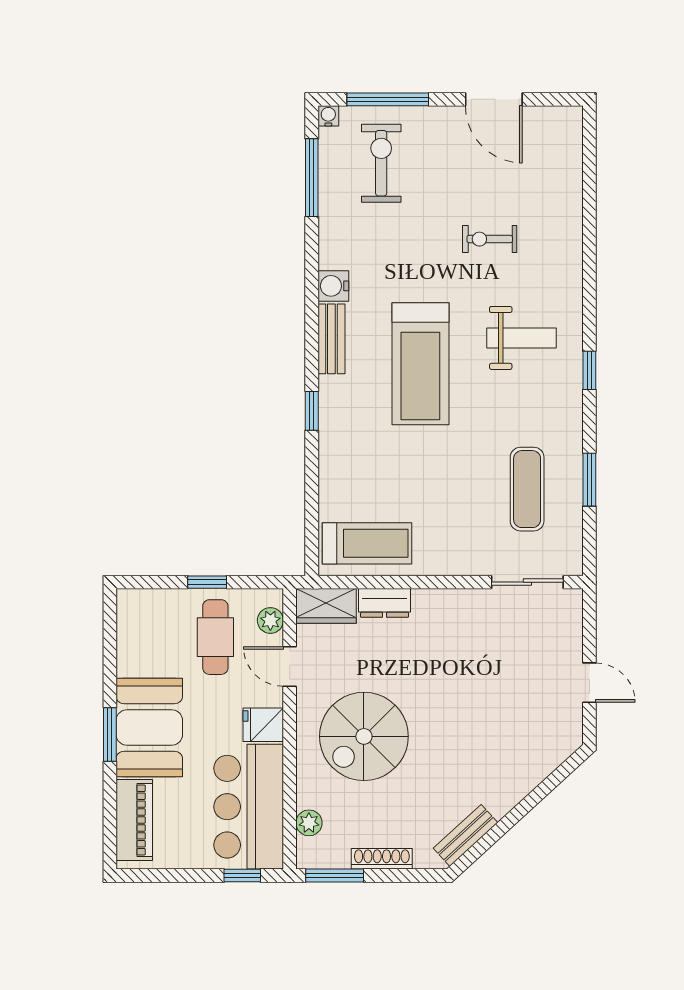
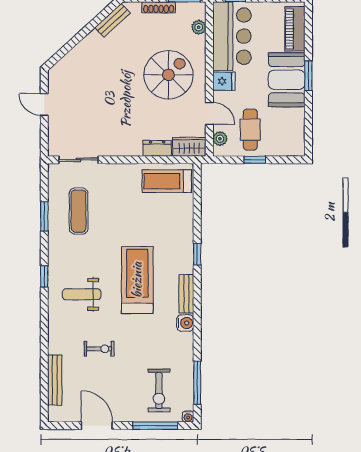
bench: (570, 182) -> (55, 380), added

